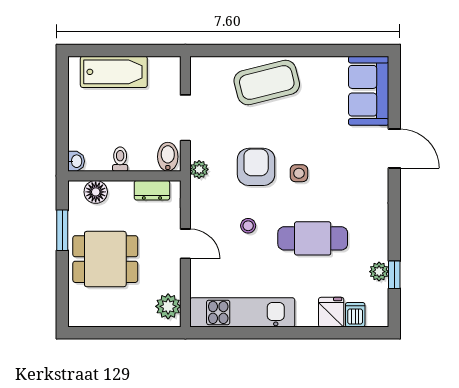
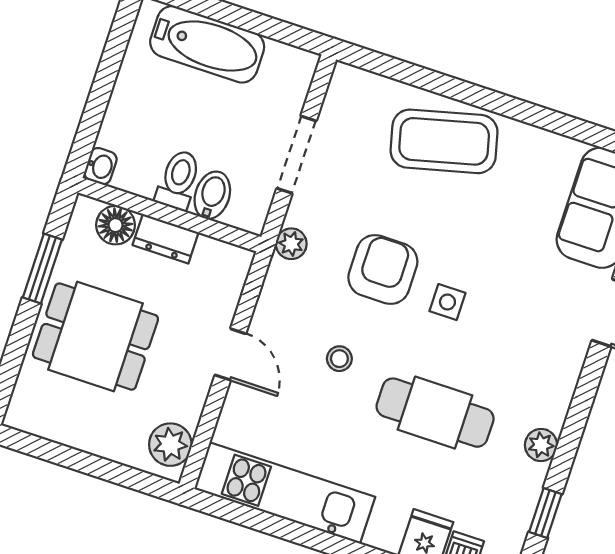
bidet: (168, 157) -> (212, 195), moved
toilet: (120, 159) -> (178, 180), width x1.37, depth x1.39
dresser: (152, 190) -> (166, 239), moved
plant: (379, 272) -> (541, 445), moved

